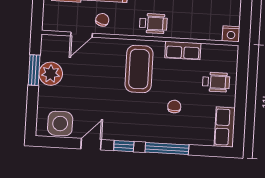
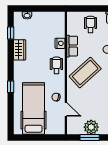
nightstand: (231, 34) -> (60, 43), moved
coffee table: (139, 69) -> (85, 73), turned -42

